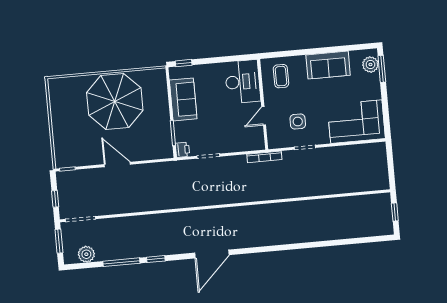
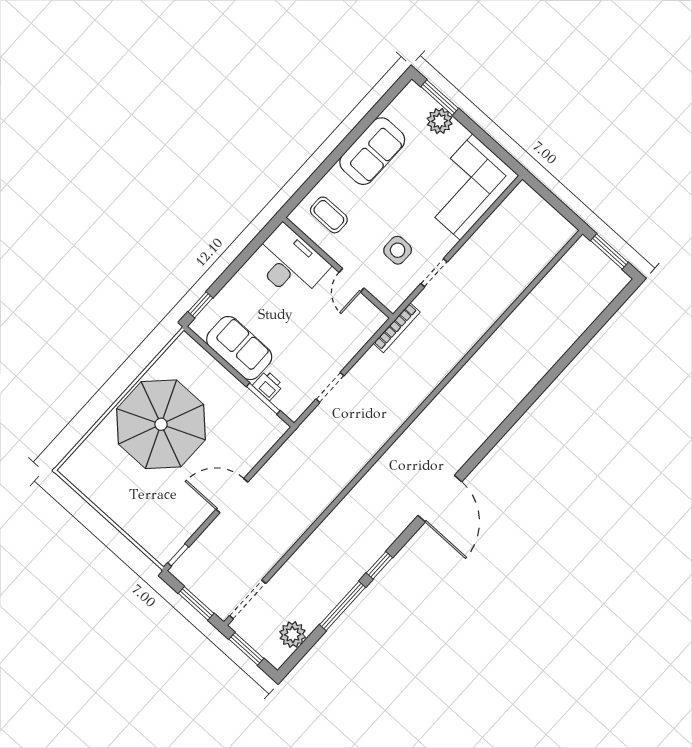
plant: (370, 65) -> (440, 121), moved
printer: (182, 150) -> (268, 385), moved
window: (55, 199) -> (196, 603), width x1.50
window: (395, 212) -> (609, 252), width x1.50

